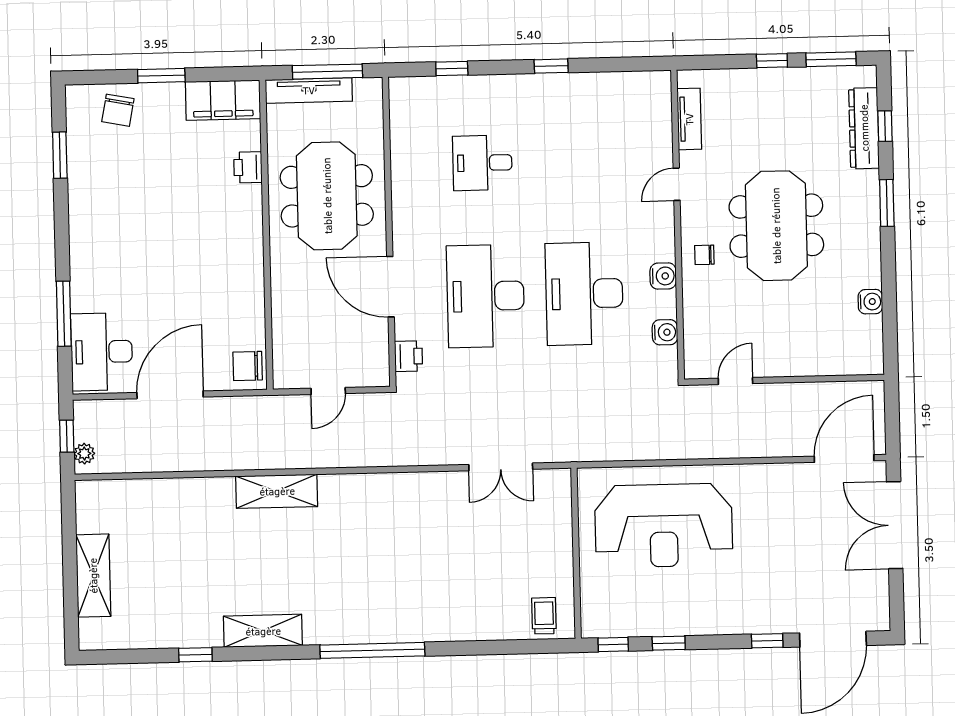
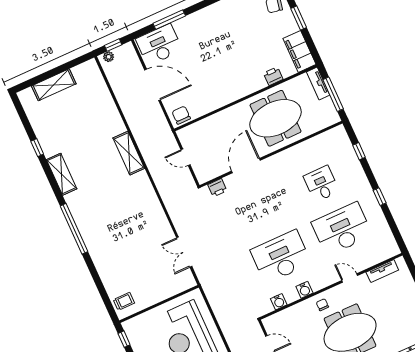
tv unit: (309, 90) -> (318, 83), width x0.71
desk: (486, 296) -> (342, 229), moved

